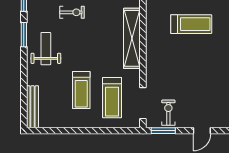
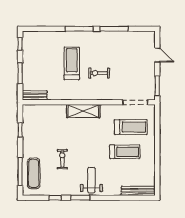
shelving: (132, 38) -> (83, 111), width x0.68
weight bench: (46, 49) -> (91, 180), turned 90
exercise bike: (168, 113) -> (99, 73), moved

